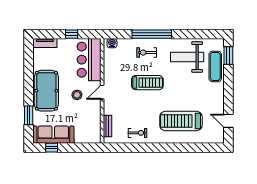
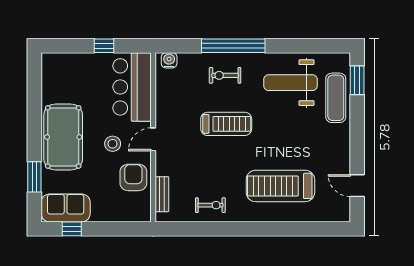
tv unit: (45, 43) -> (61, 60), removed
armchair: (90, 116) -> (133, 177), added
sofa: (53, 135) -> (66, 208), width x0.73

